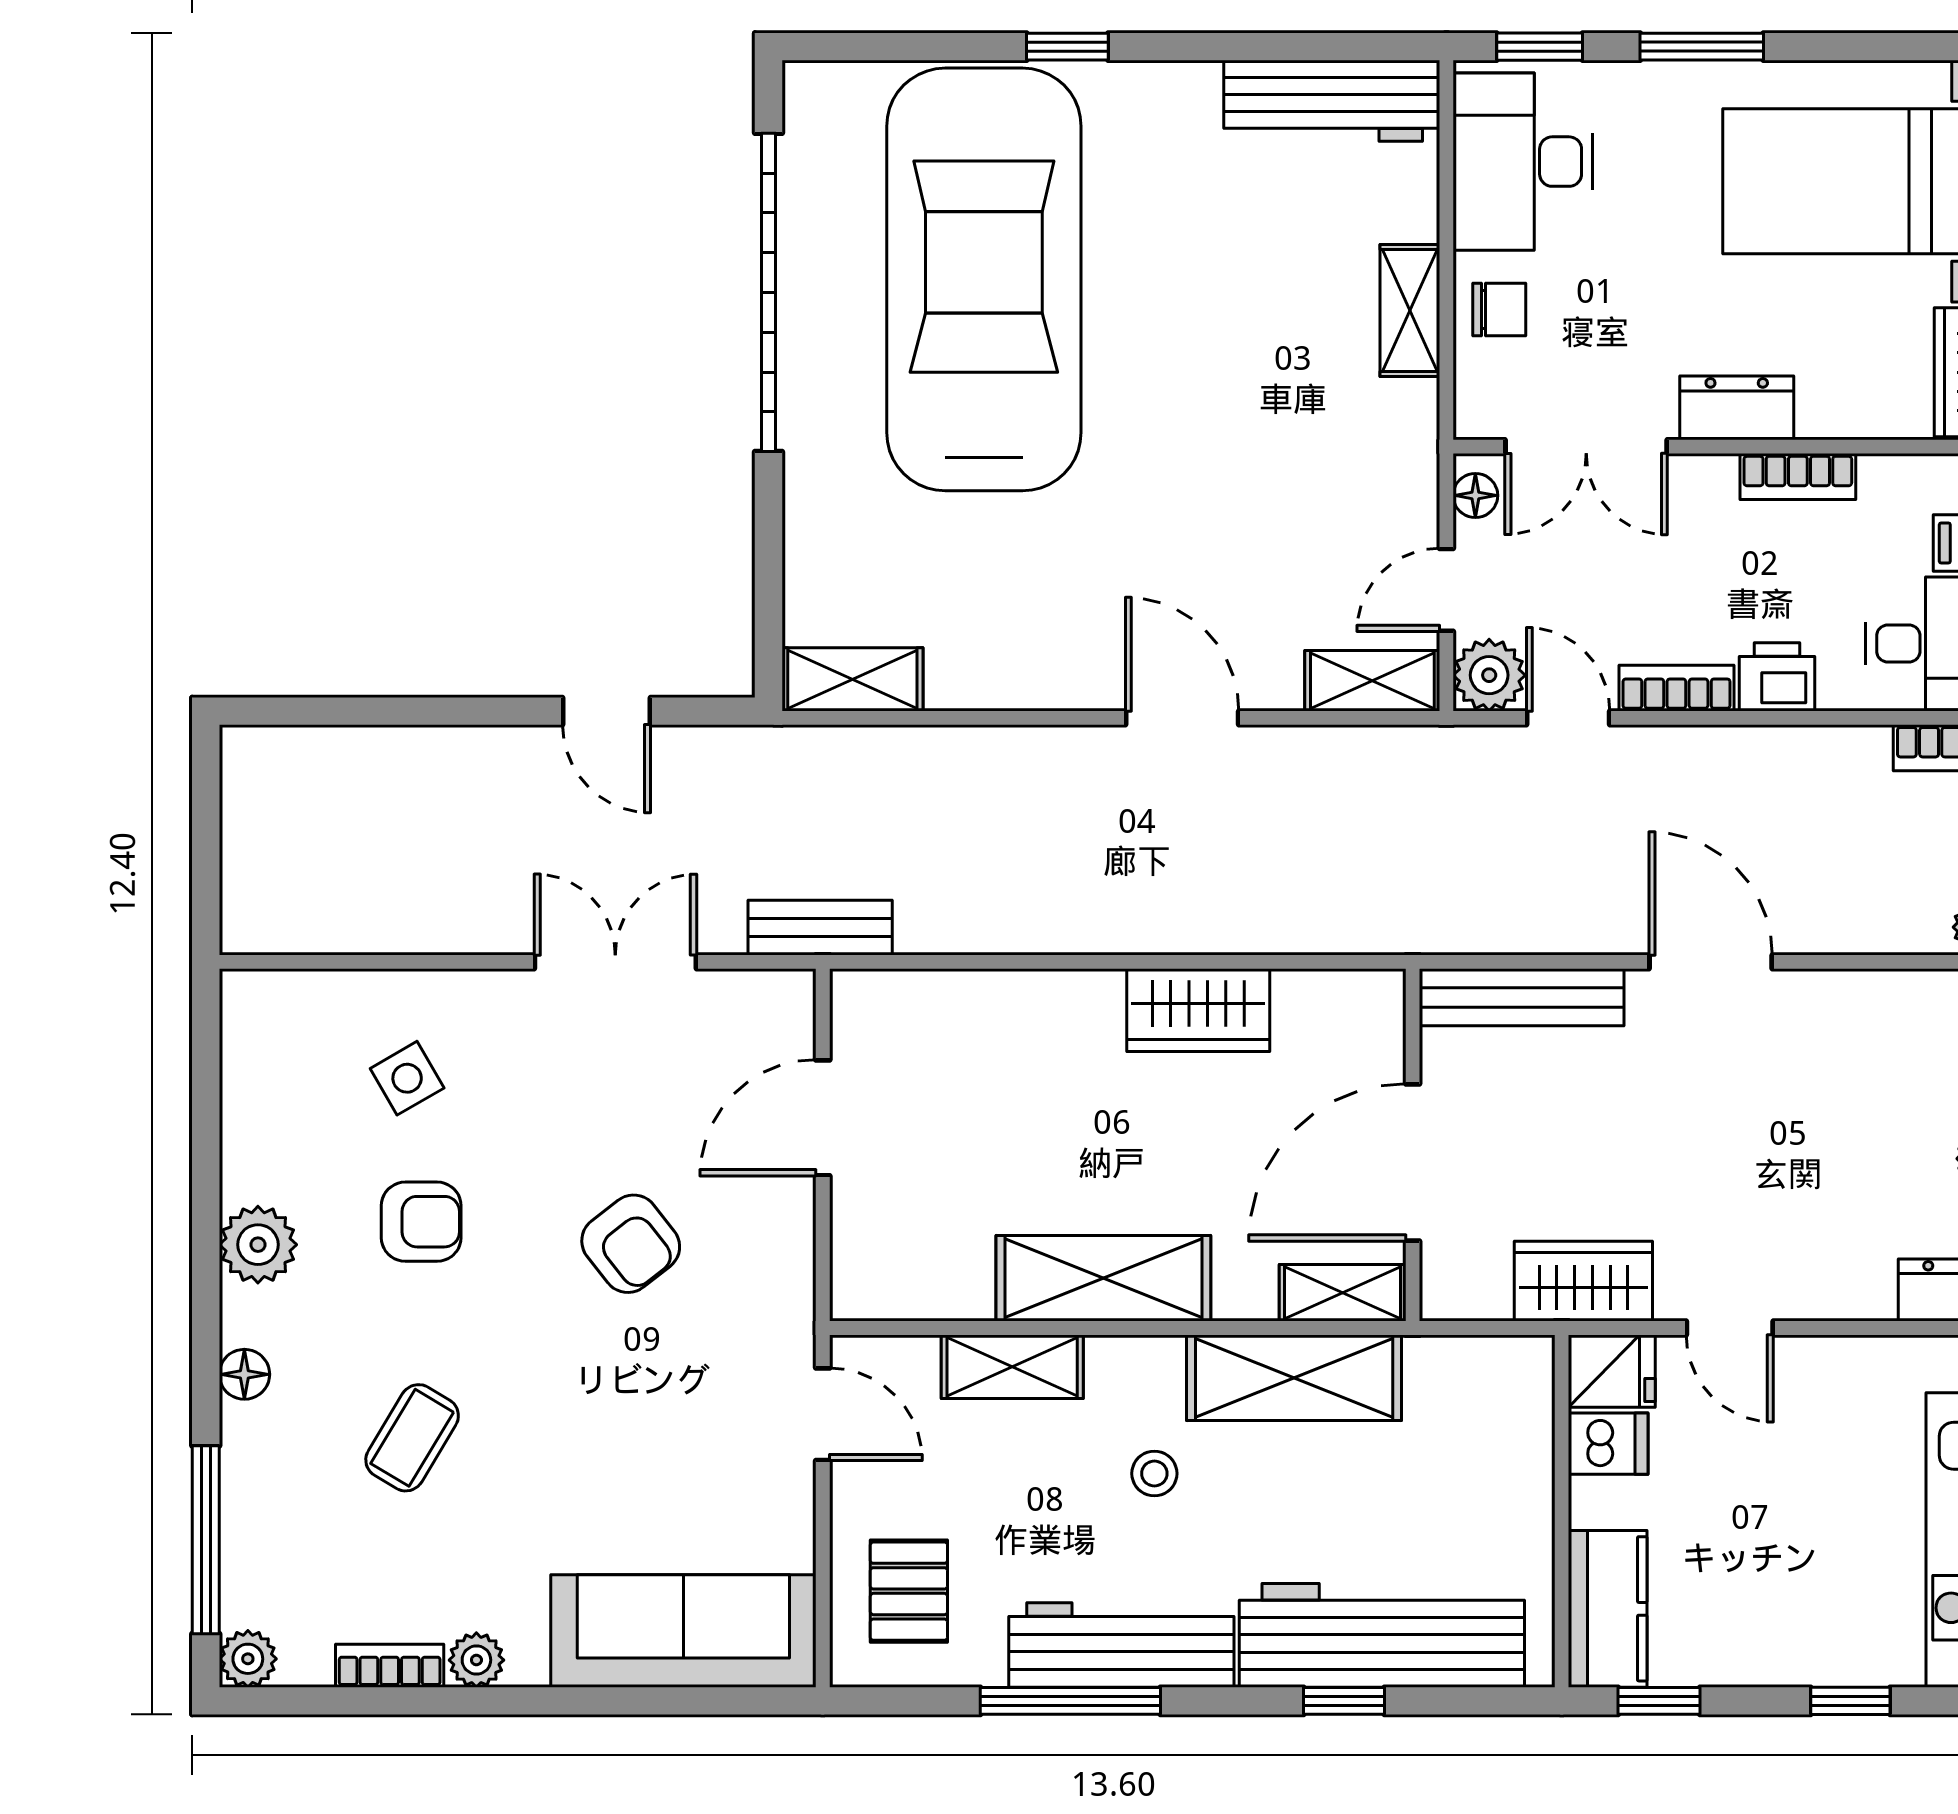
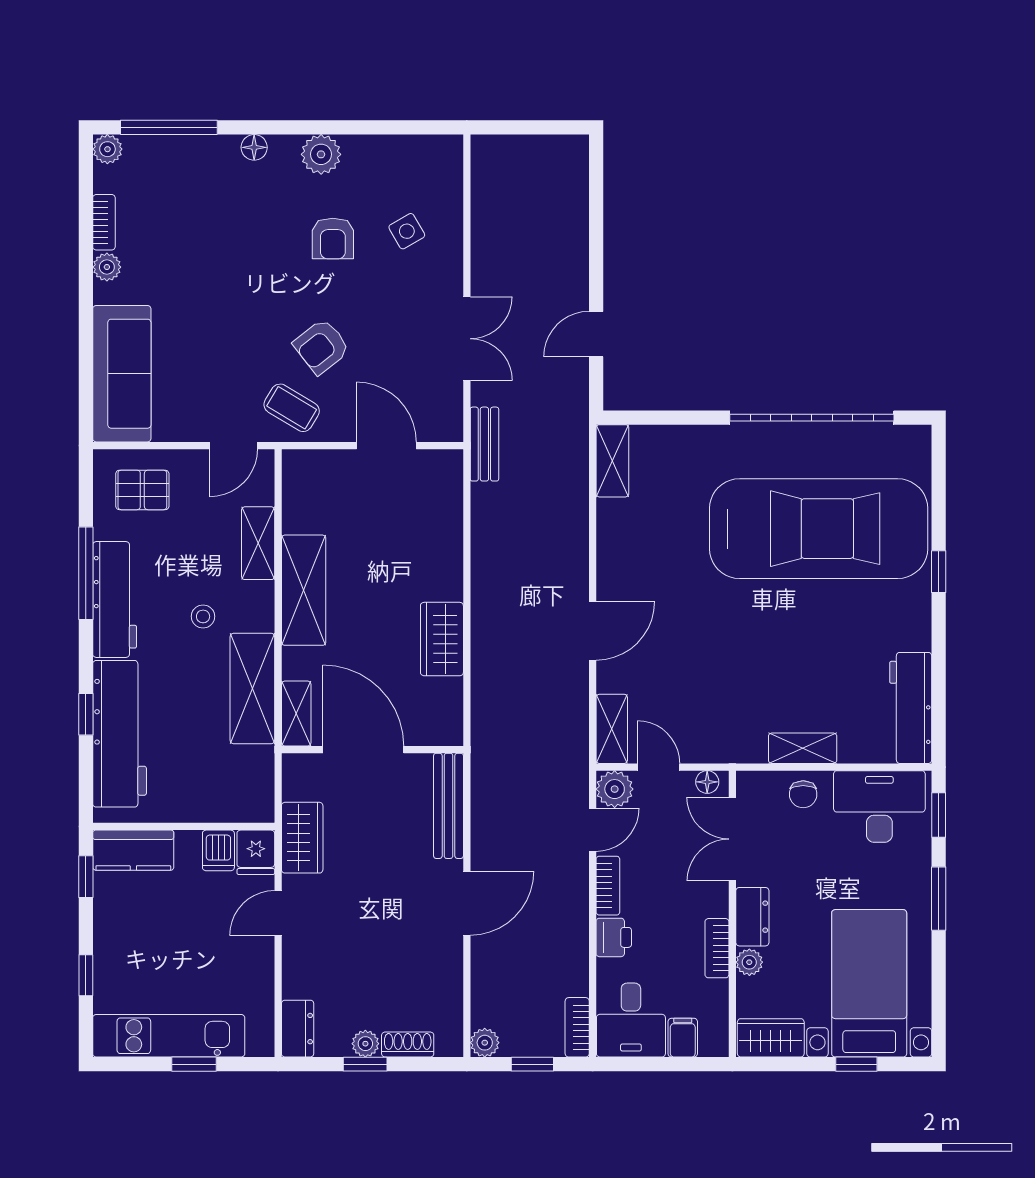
plant: (1825, 414) -> (749, 962), added
coffee table: (412, 1438) -> (292, 408), moved

